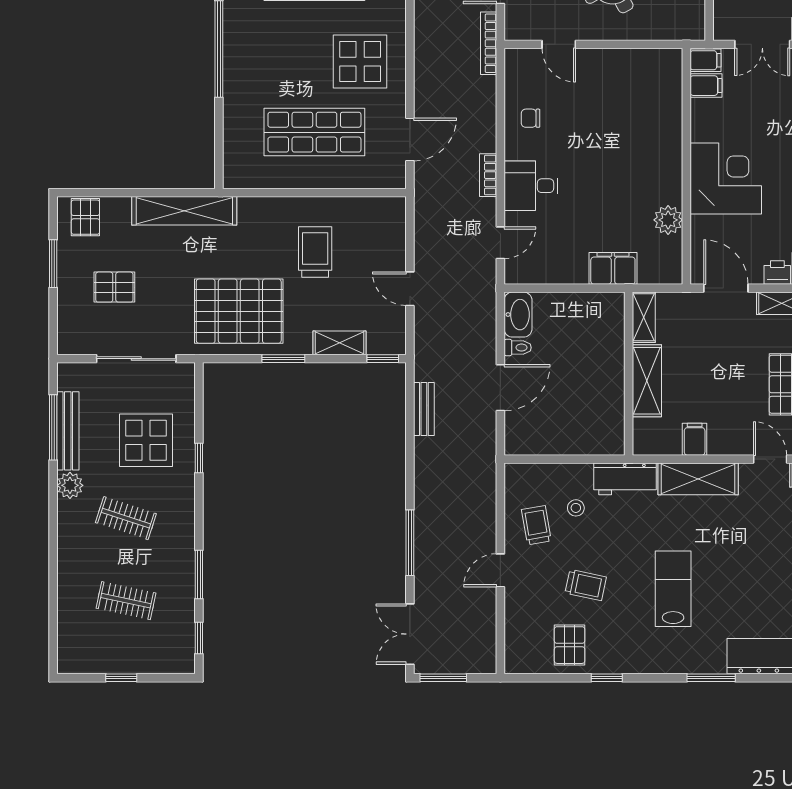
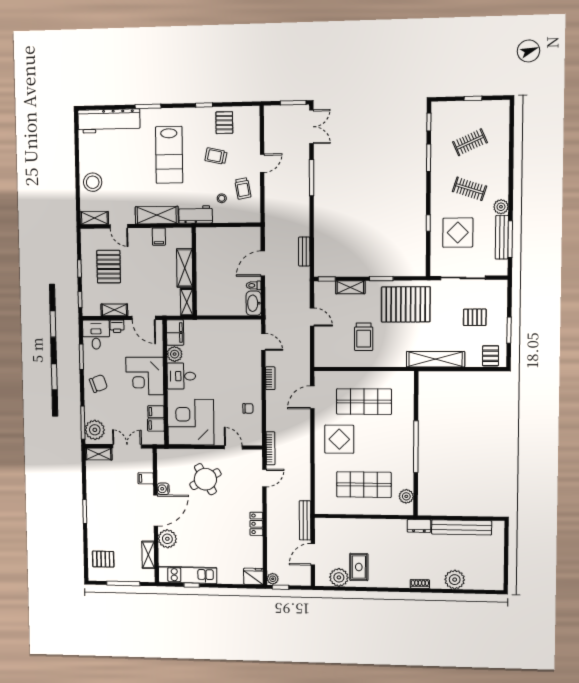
filing cabinet: (706, 60) -> (156, 412), moved
corner desk: (639, 92) -> (191, 422), added
desk: (531, 186) -> (181, 376), moved, turned 180
door: (500, 243) -> (263, 342), swing flipped
filing cabinet: (613, 268) -> (175, 333), moved, turned -90
lab bench: (673, 589) -> (169, 155), width x1.36, depth x1.39
clothes rail: (126, 601) -> (470, 142), turned -36

